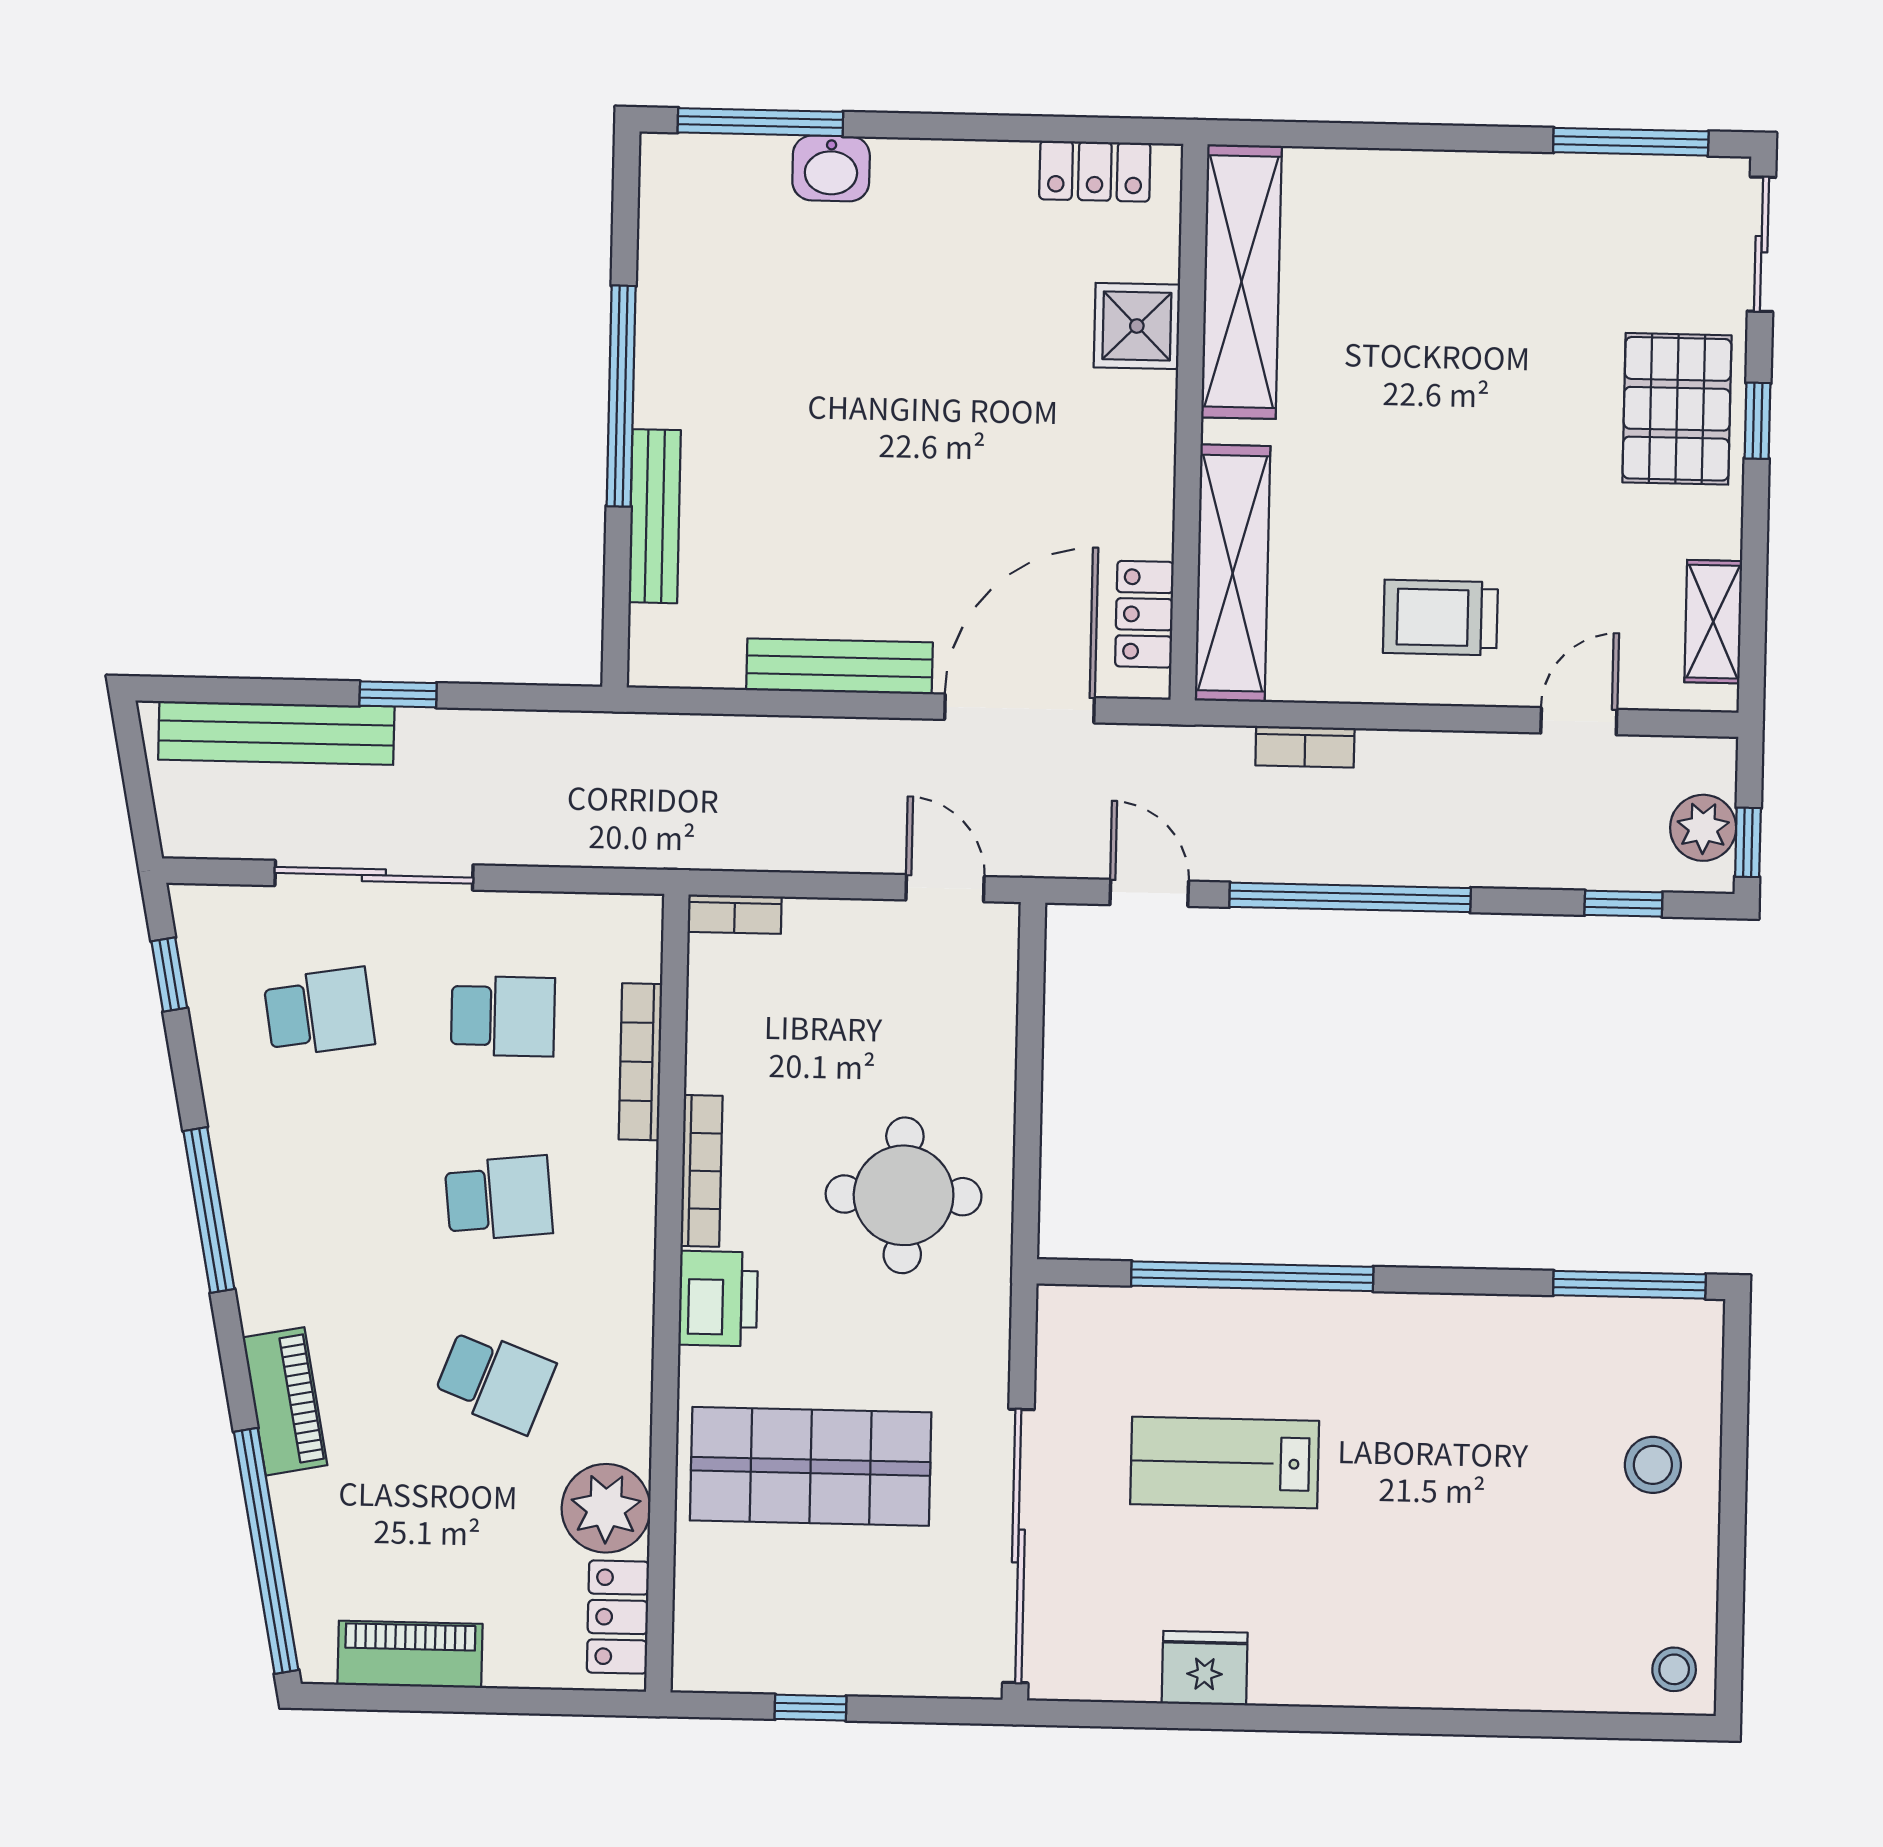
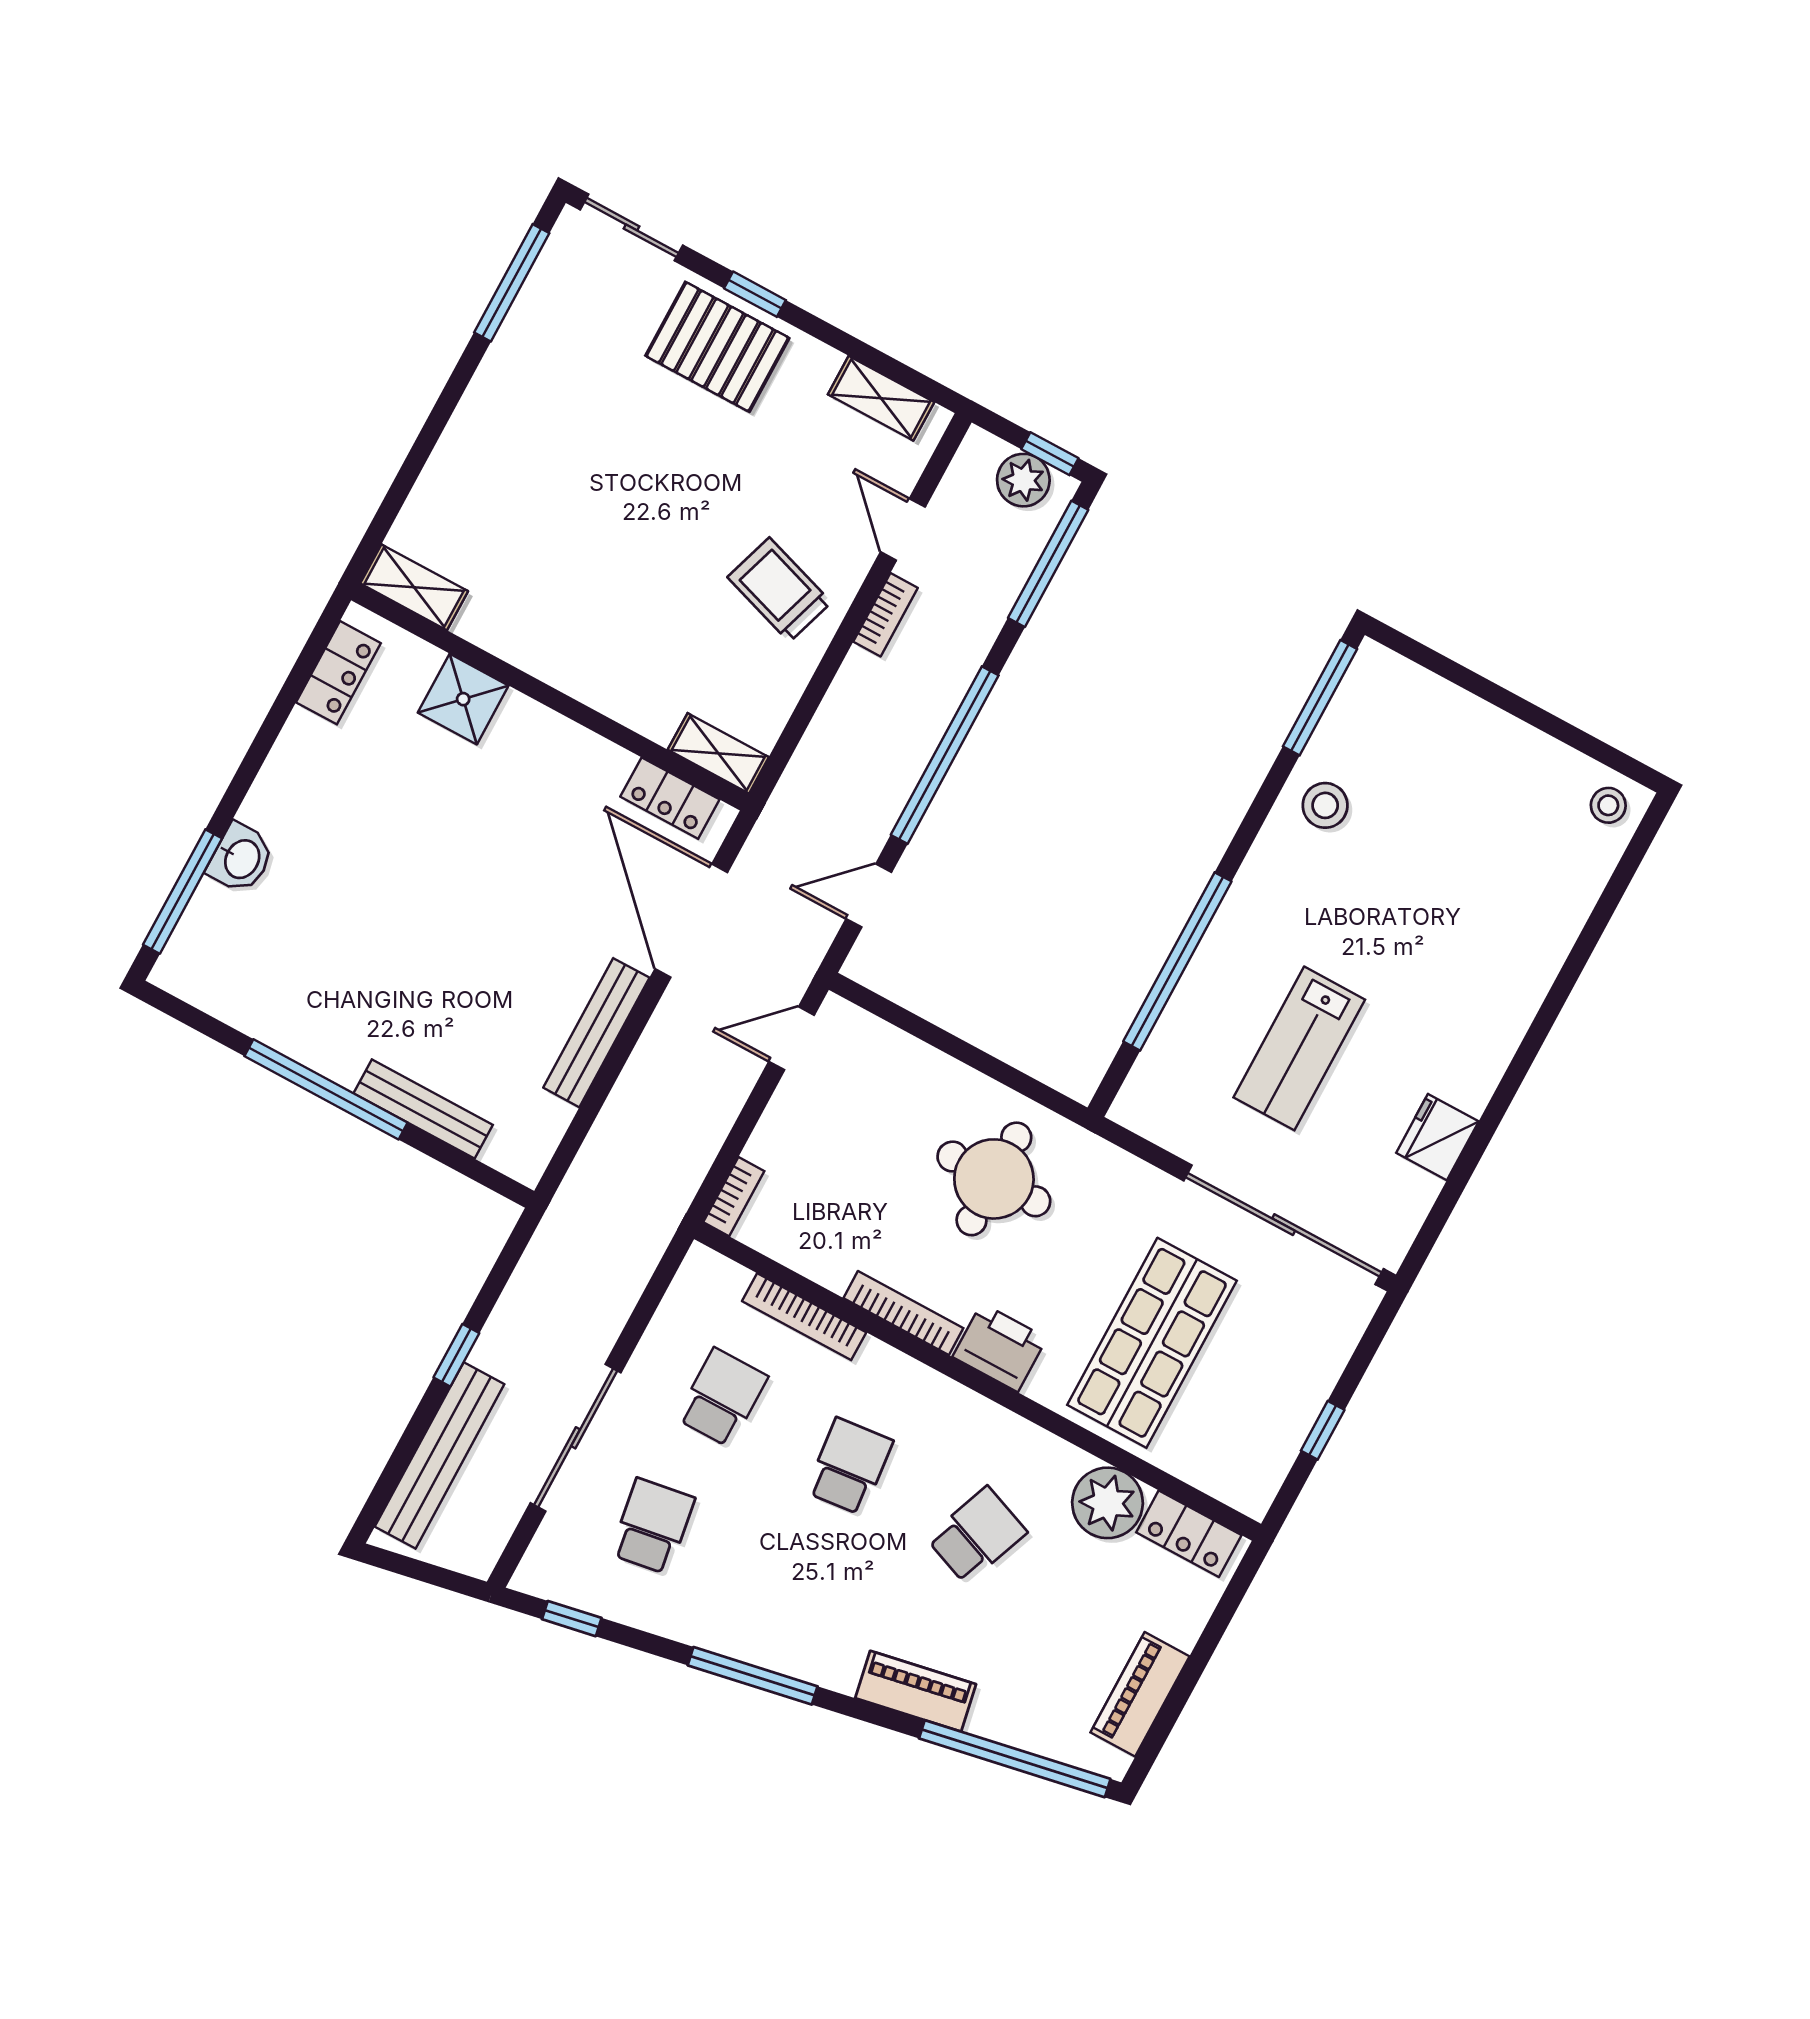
shelving: (1242, 282) -> (414, 587), width x0.45, depth x0.75
shelving: (1233, 573) -> (718, 753), width x0.45, depth x0.75
trolley: (1440, 618) -> (779, 590), turned 108
bookcase: (1305, 747) -> (885, 615), moved
window: (1623, 904) -> (1048, 564), width x2.17
stool: (1653, 1465) -> (1325, 805), moved

